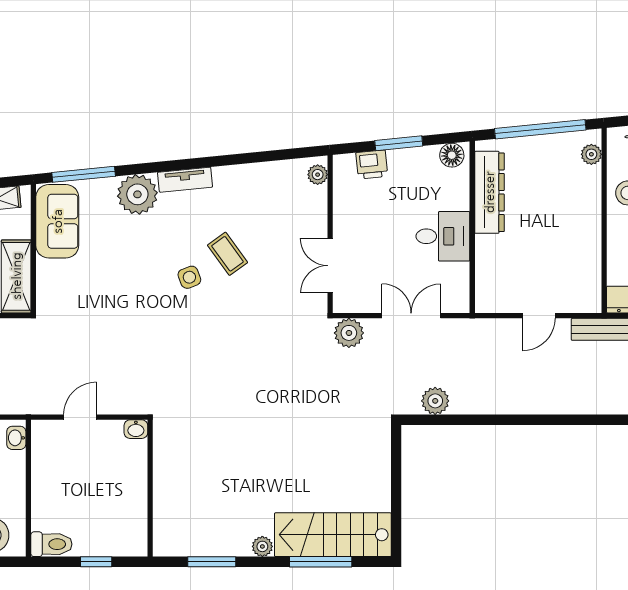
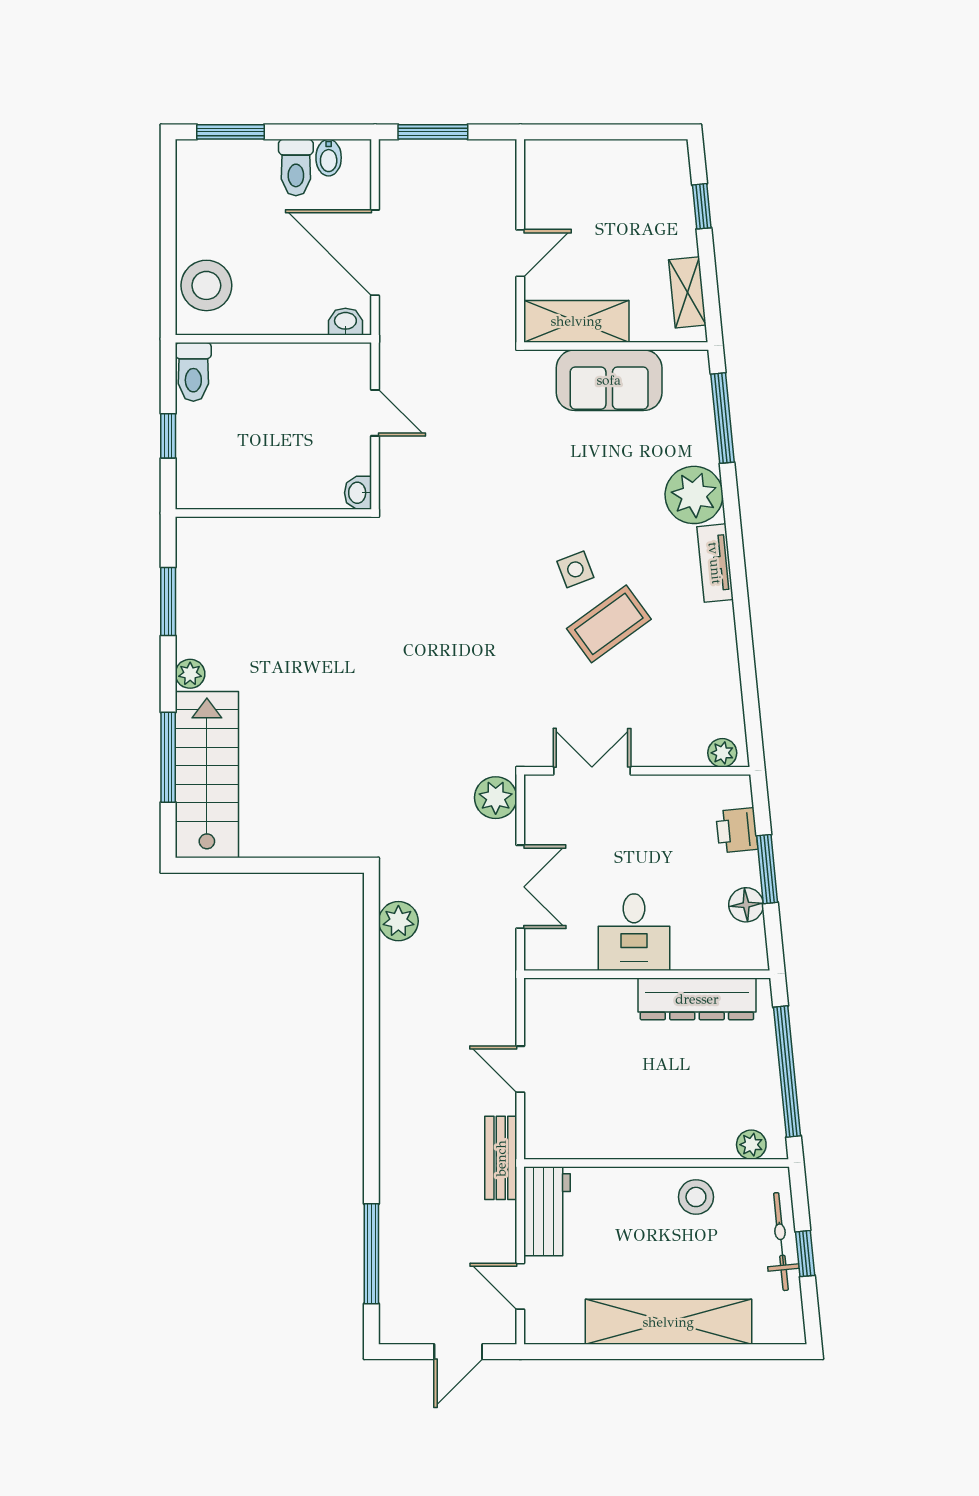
floor lamp: (452, 155) -> (746, 905), moved
sofa: (57, 221) -> (609, 380), moved
coffee table: (228, 254) -> (609, 624), width x1.36, depth x1.30

